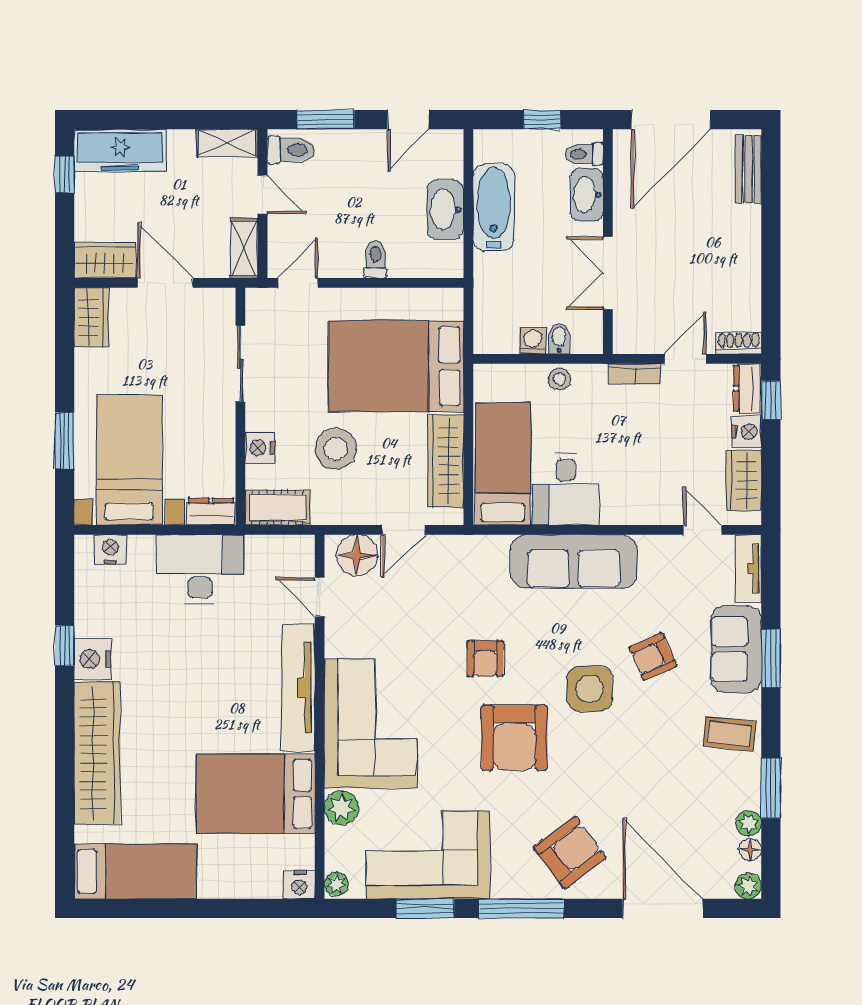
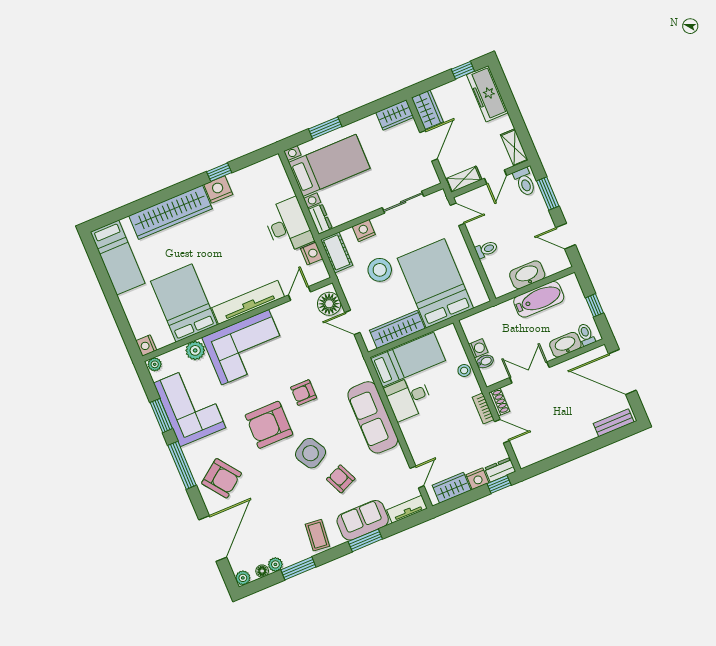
shoe rack: (739, 343) -> (499, 402), moved
nightstand: (110, 550) -> (312, 254), moved
side table: (590, 689) -> (311, 453), turned -30

